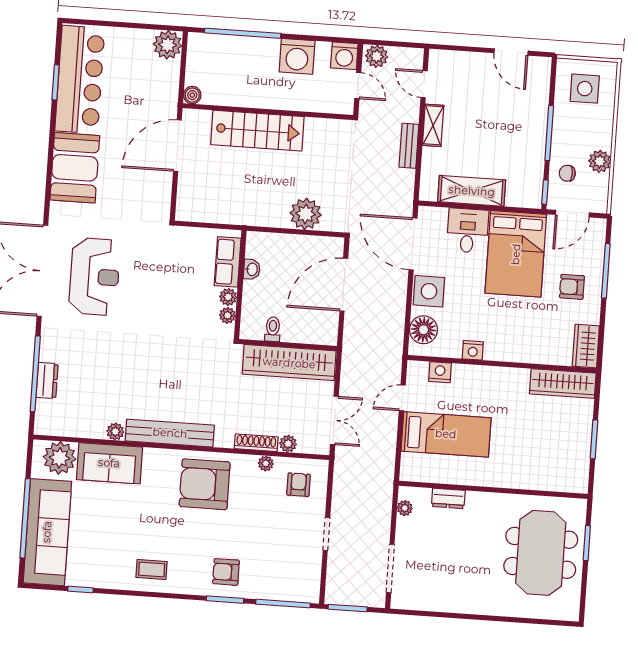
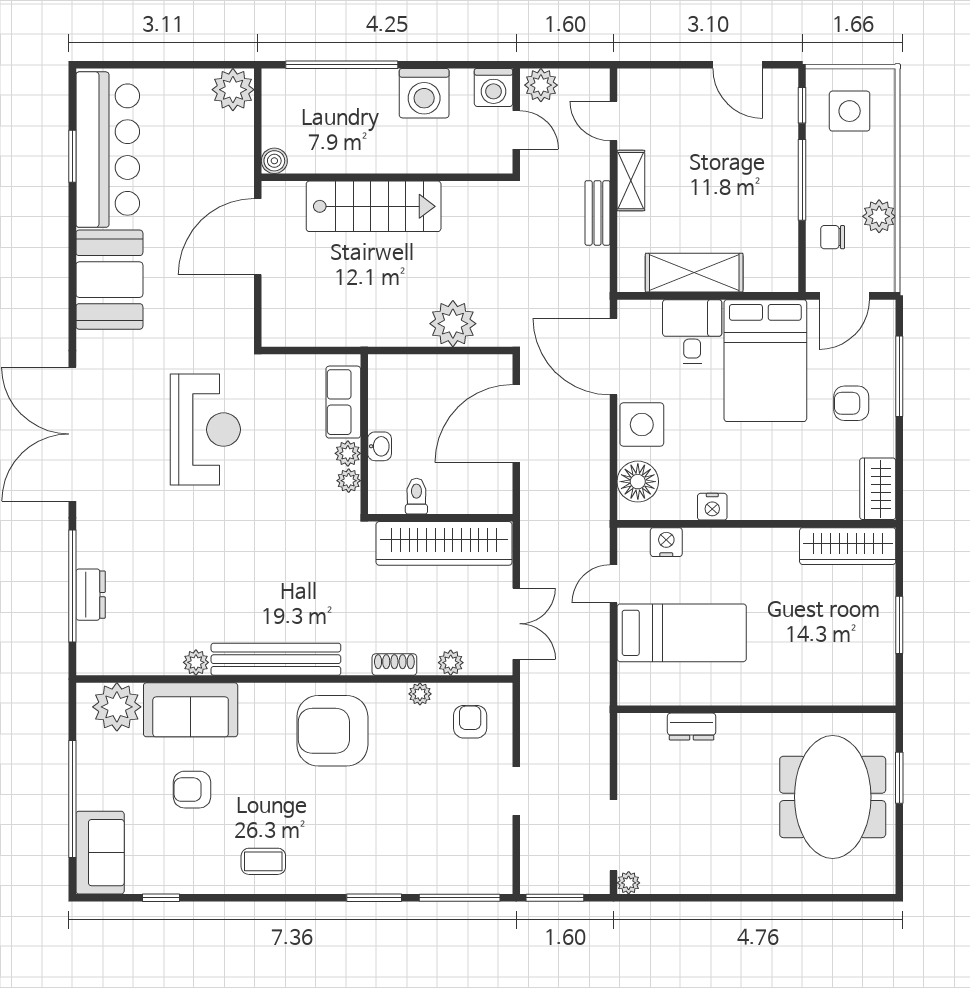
window: (545, 192) -> (802, 105), moved
washbasin: (252, 269) -> (380, 446), moved
reception desk: (95, 277) -> (205, 430), moved
shoe rack: (256, 443) -> (394, 665), width x0.70
plant: (405, 508) -> (629, 883), moved
sofa: (47, 532) -> (100, 853), width x0.54, depth x0.79
armchair: (226, 572) -> (192, 790), moved

